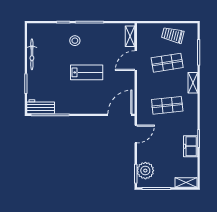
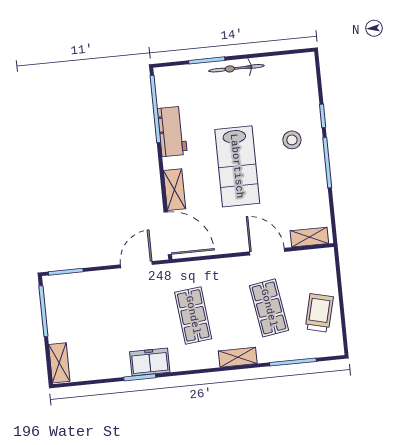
bicycle: (32, 54) -> (236, 68), moved
lab bench: (87, 72) -> (237, 166), width x1.36, depth x1.39
workbench: (41, 107) -> (172, 131), moved
shelving: (96, 109) -> (174, 190), added
door: (136, 134) -> (136, 265), swing flipped
freezer: (191, 146) -> (150, 362), moved
plant: (145, 171) -> (73, 288), removed

